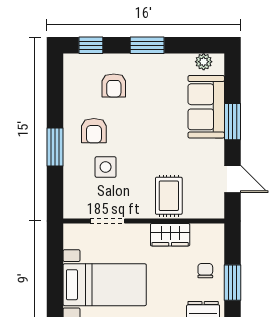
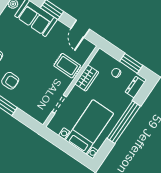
side table: (106, 167) -> (32, 87), removed
door: (232, 179) -> (80, 29), swing flipped

